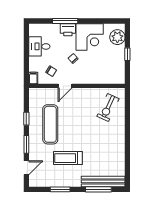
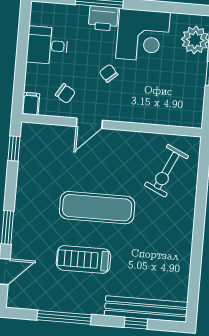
window: (26, 119) -> (14, 148), moved
exercise mat: (50, 124) -> (97, 208), moved, turned 90
window: (60, 189) -> (64, 317), width x1.44
window: (98, 189) -> (136, 323), width x0.46

